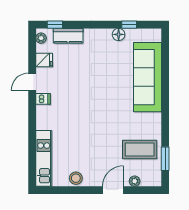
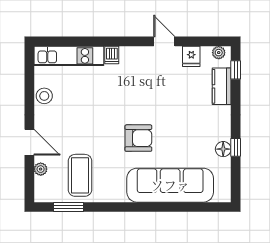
window: (129, 25) -> (236, 147), moved
dishwasher: (43, 99) -> (112, 55), moved
armchair: (110, 103) -> (138, 138), added

